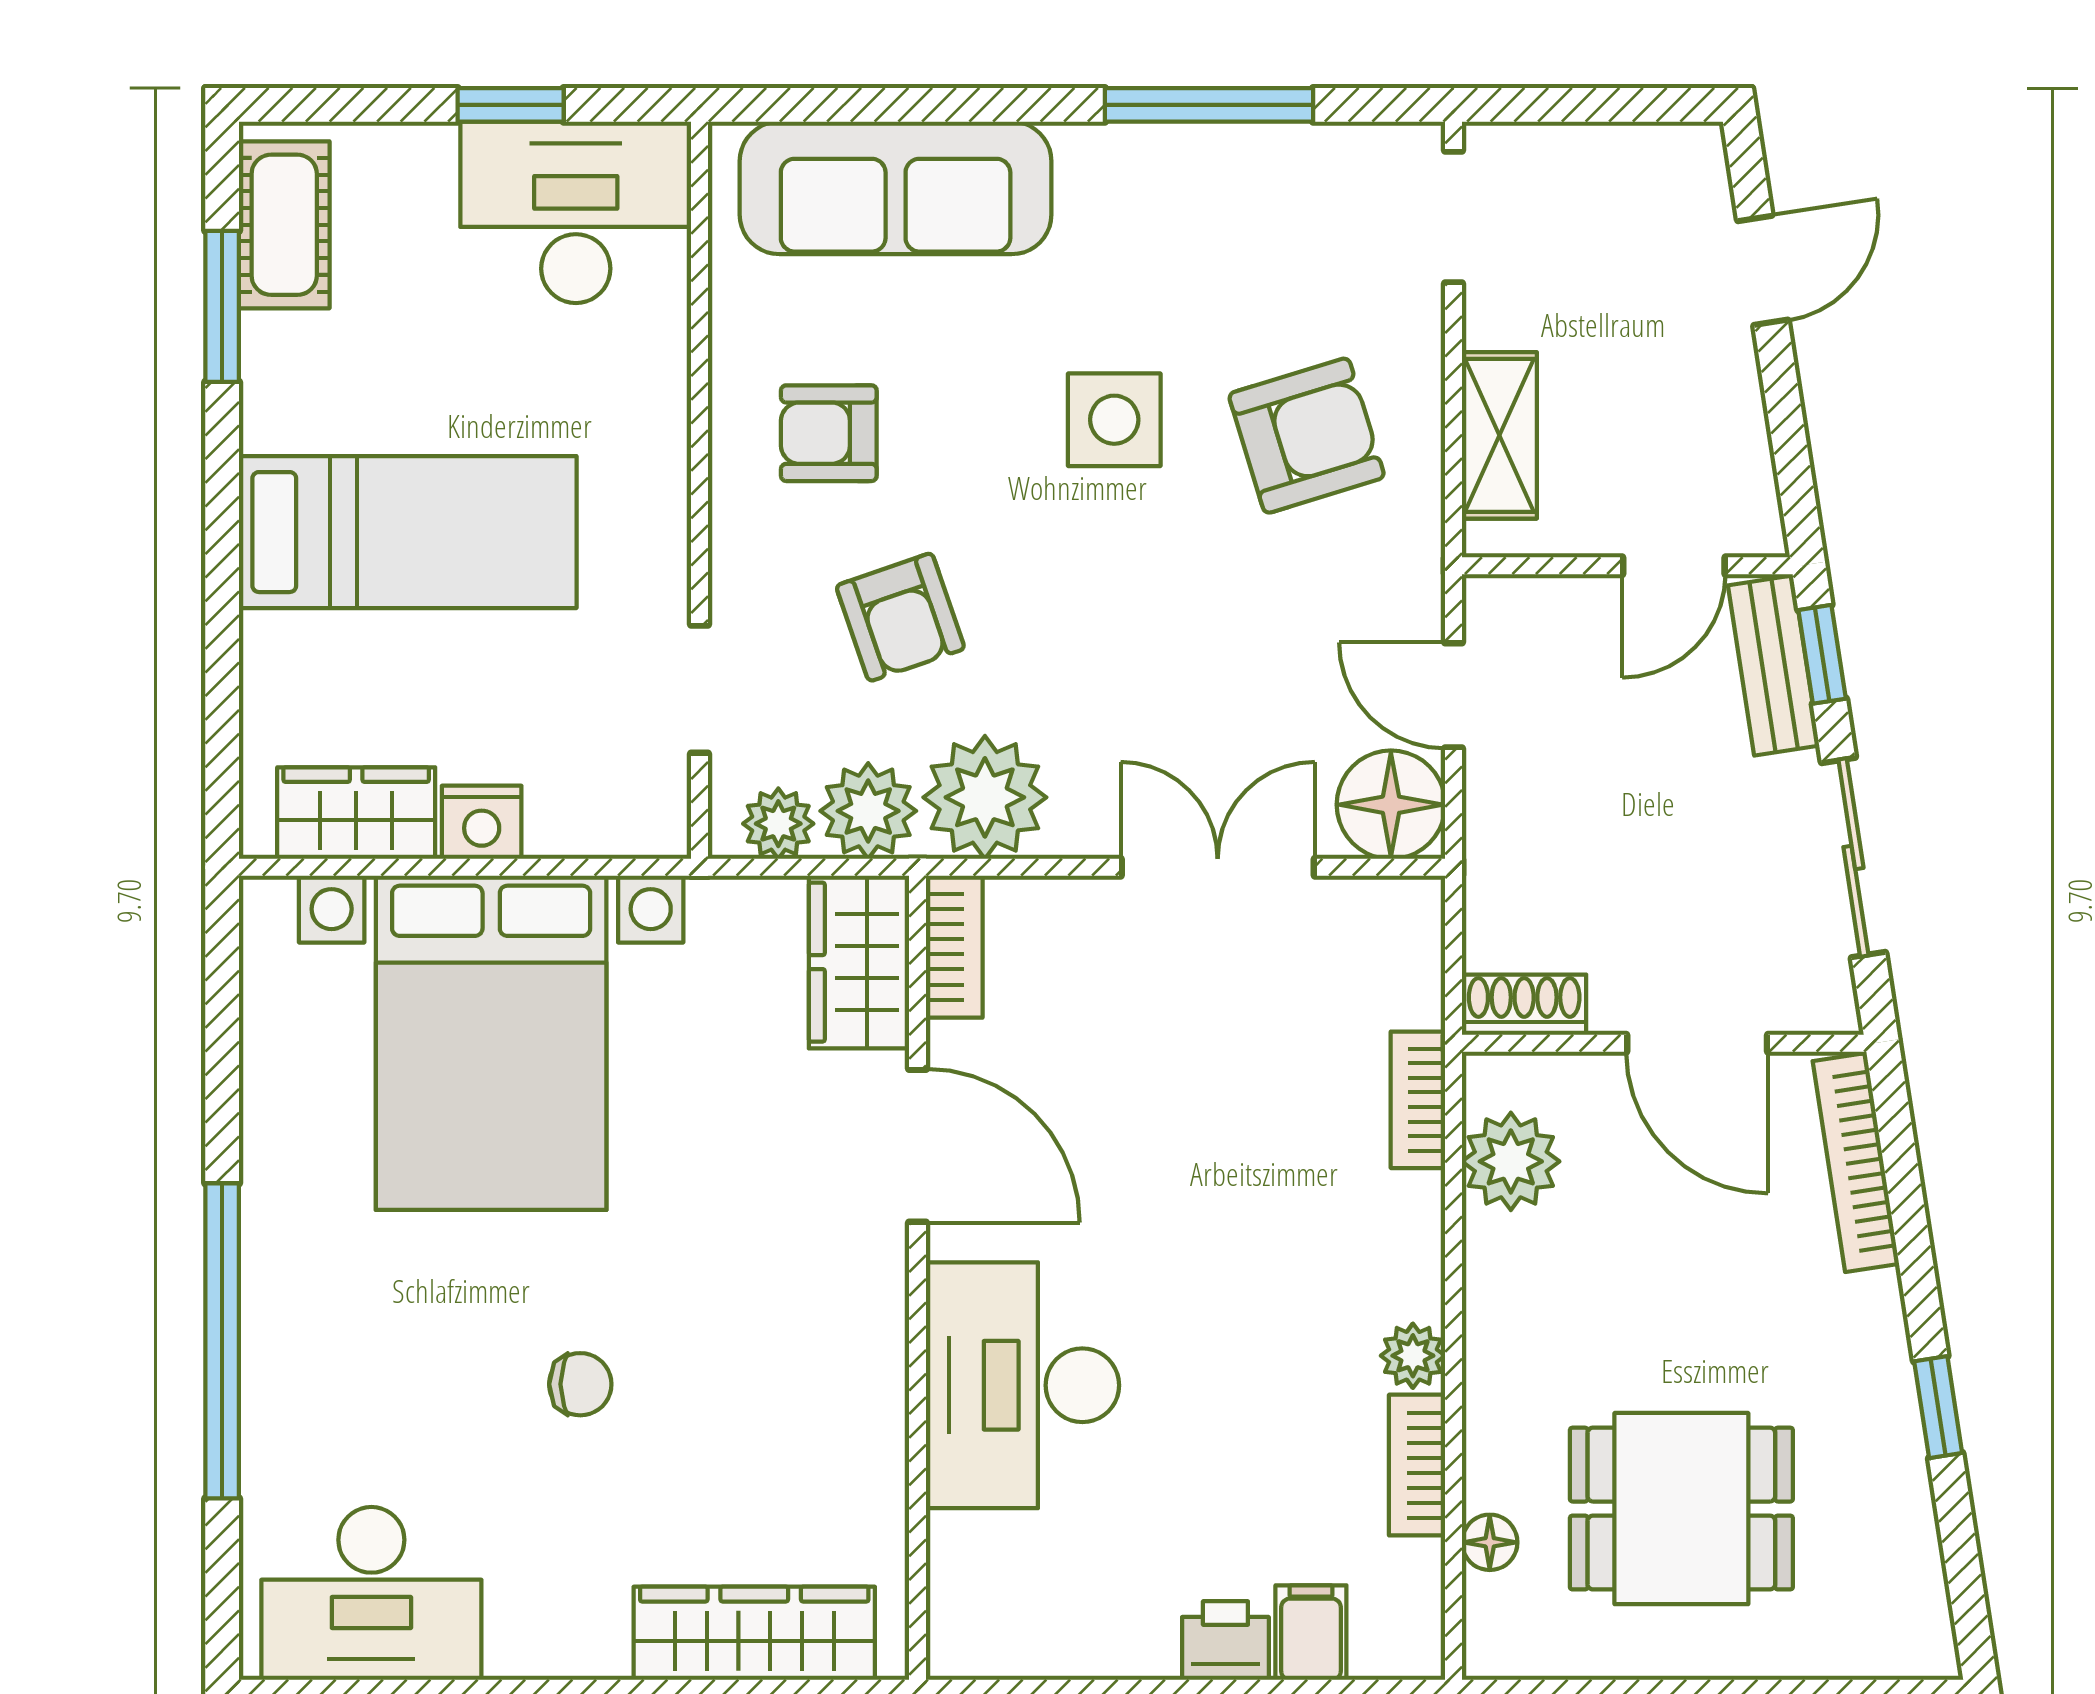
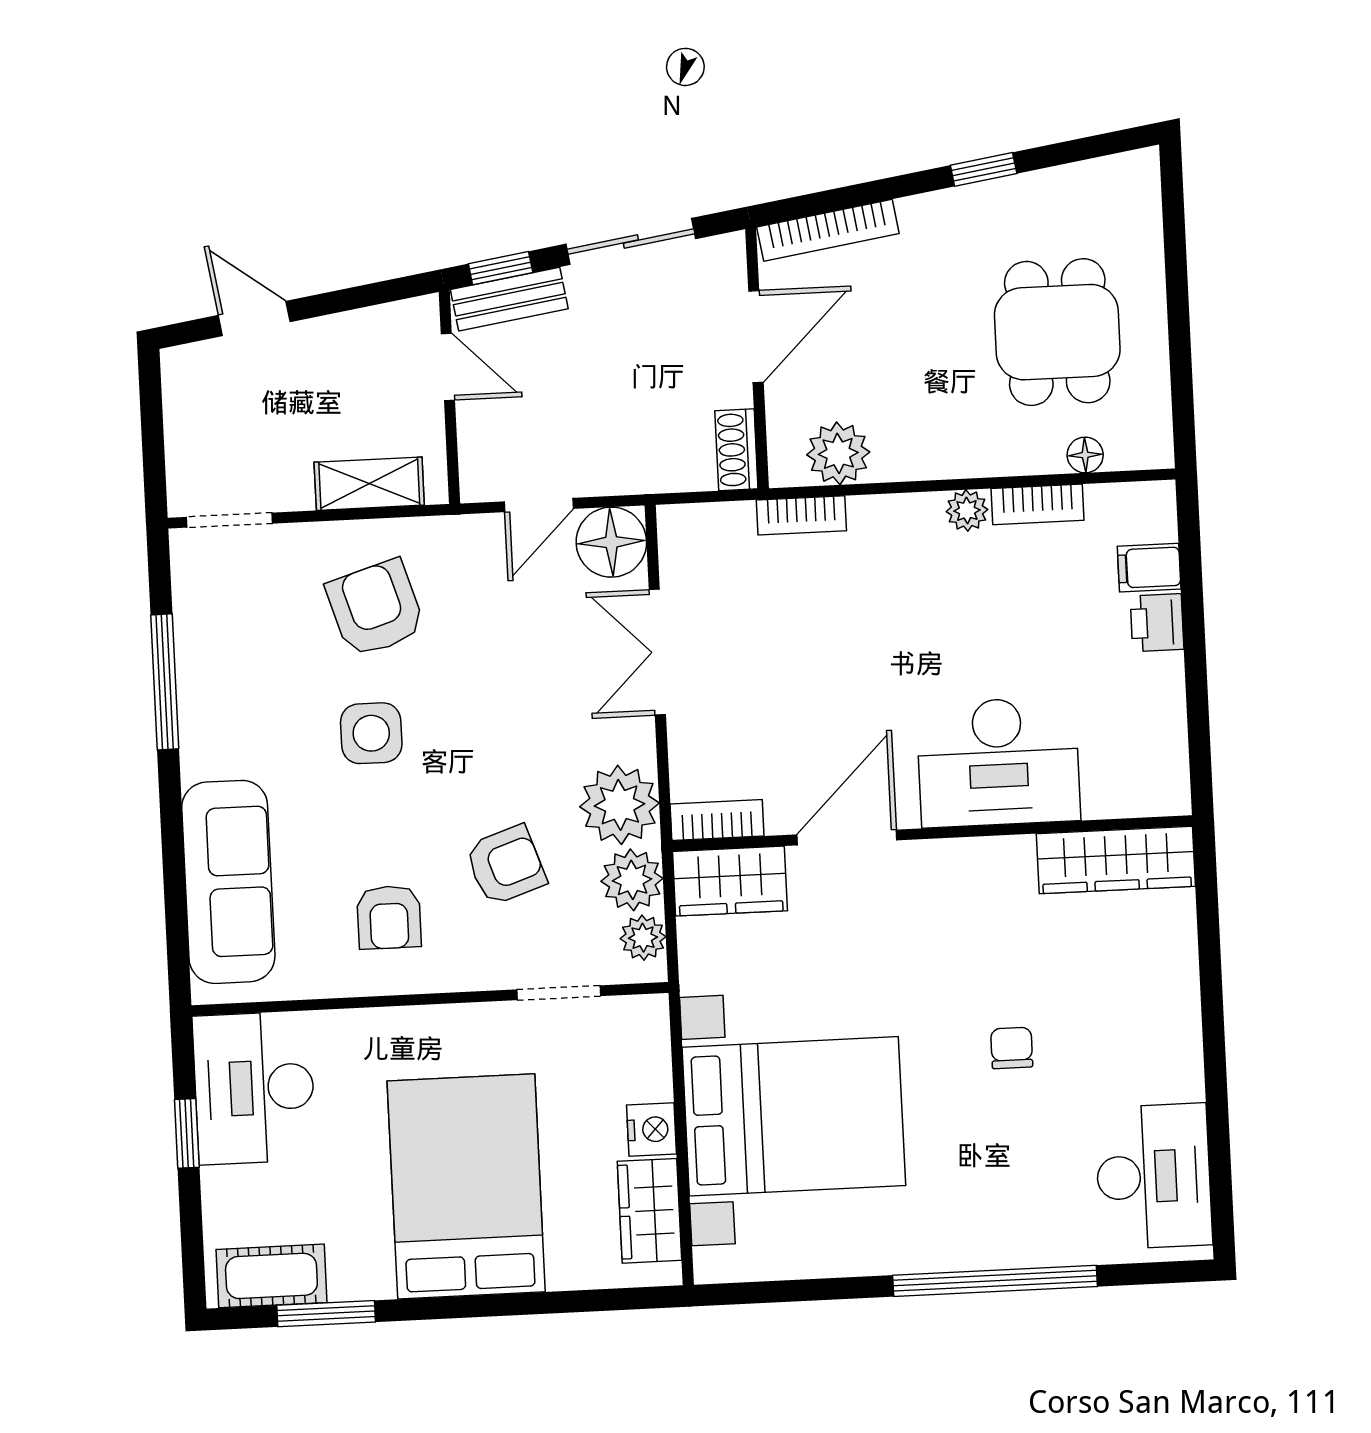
bed: (408, 532) -> (466, 1186), width x1.50
wardrobe: (754, 1633) -> (1116, 860), moved, turned -90

